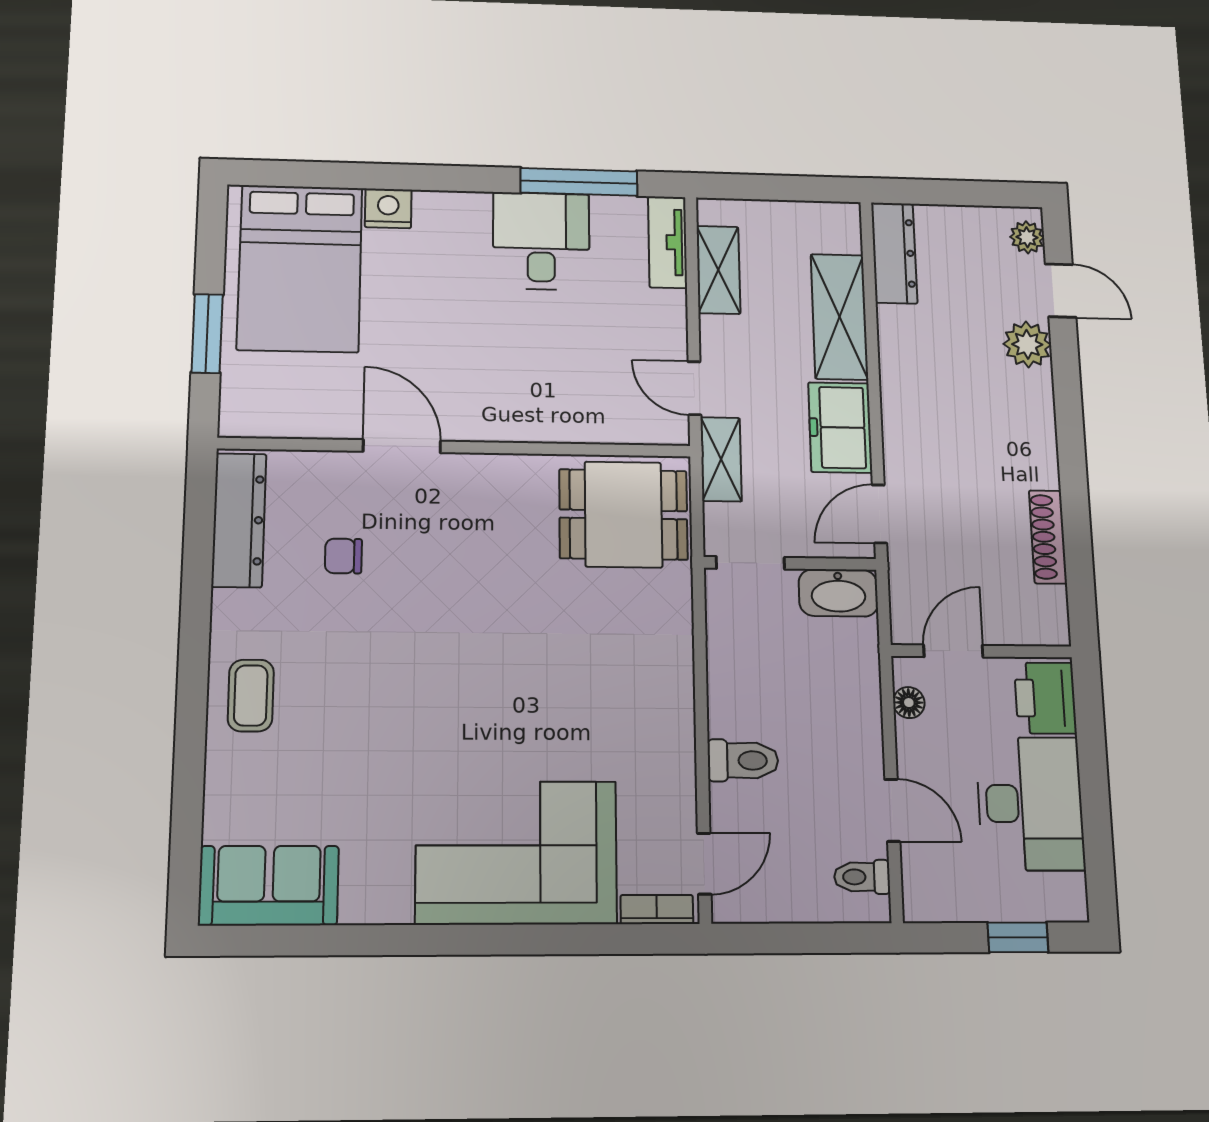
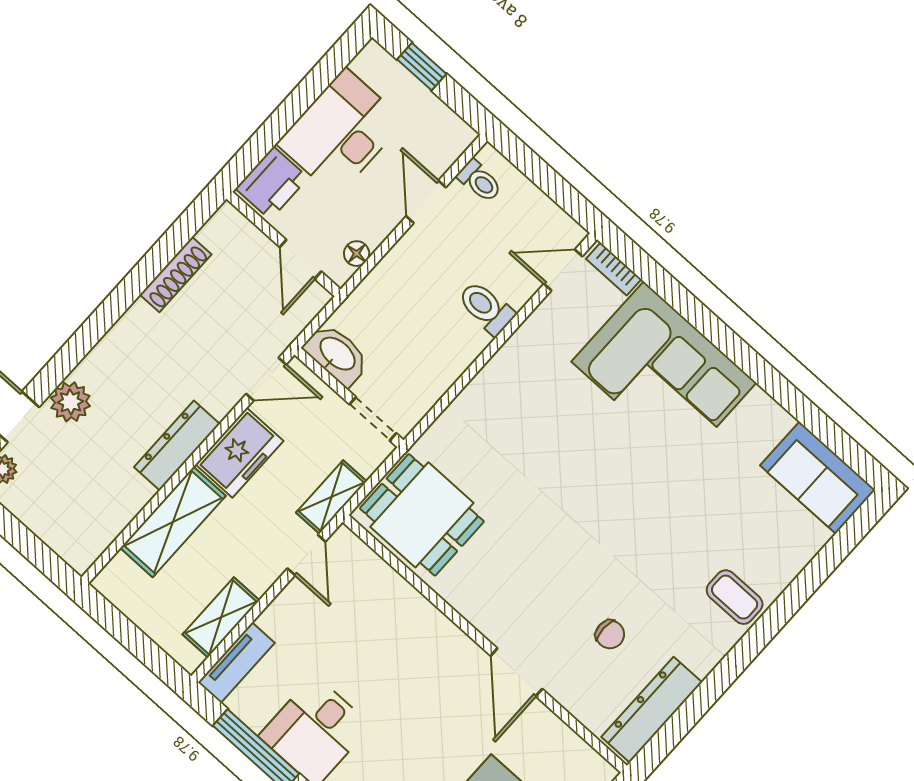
dresser: (894, 253) -> (177, 446), moved
door: (953, 651) -> (301, 259), hinge flipped
coffee table: (251, 695) -> (735, 597), turned 90

